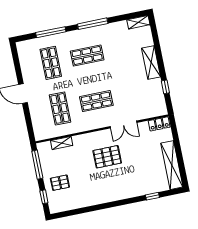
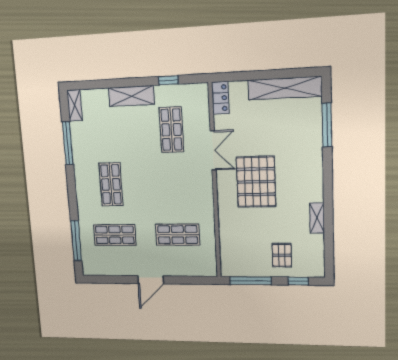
window: (93, 24) -> (68, 143), moved
window: (51, 32) -> (76, 241), moved
shop shelf: (96, 101) -> (171, 130), moved
shelving: (62, 143) -> (317, 218), moved
pallet: (107, 157) -> (256, 182), width x1.37, depth x1.41
window: (152, 196) -> (327, 125), width x2.17

